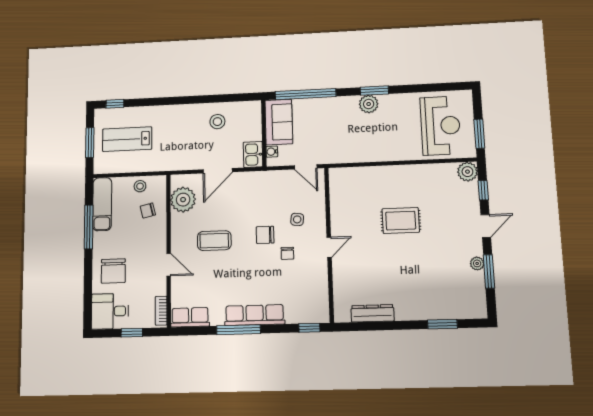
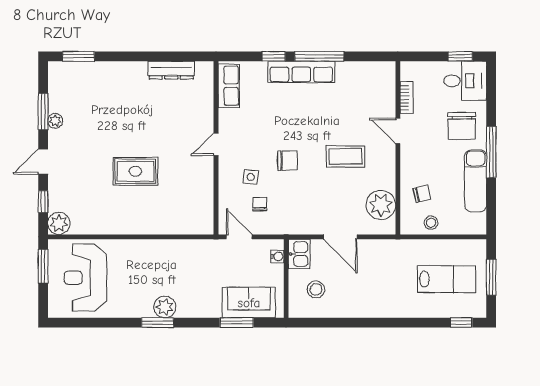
window: (306, 94) -> (237, 323), width x0.47
stool: (217, 122) -> (316, 289), moved
sofa: (279, 122) -> (249, 303), moved, turned 90
door: (218, 171) -> (340, 237), swing flipped
exam couch: (102, 204) -> (476, 181), moved
window: (89, 227) -> (491, 152), moved
chair: (287, 253) -> (260, 204), moved
chair: (113, 271) -> (462, 126), turned 180
bookcase: (161, 311) -> (407, 98), moved
row of seats: (190, 317) -> (229, 86), moved, turned -90
window: (442, 324) -> (78, 56), moved
window: (309, 328) -> (274, 56), moved
window: (132, 333) -> (460, 56), moved

